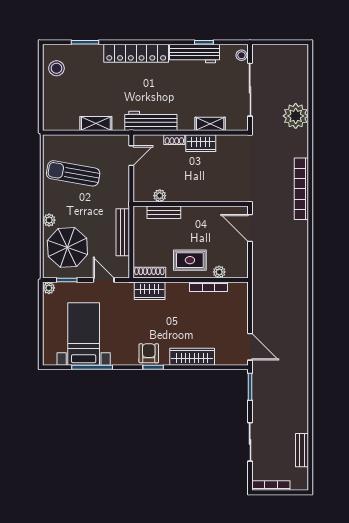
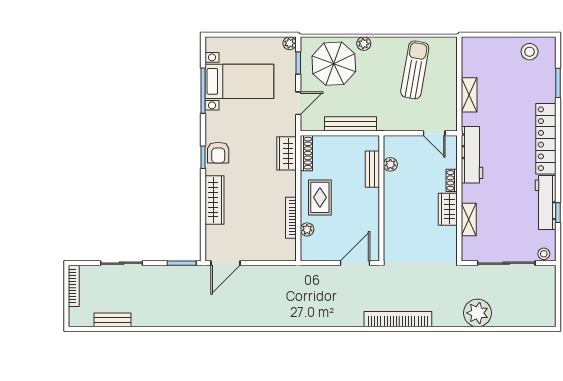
armchair: (149, 353) -> (218, 153), turned 90

